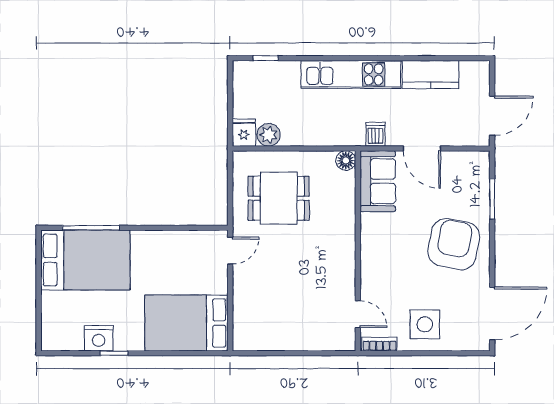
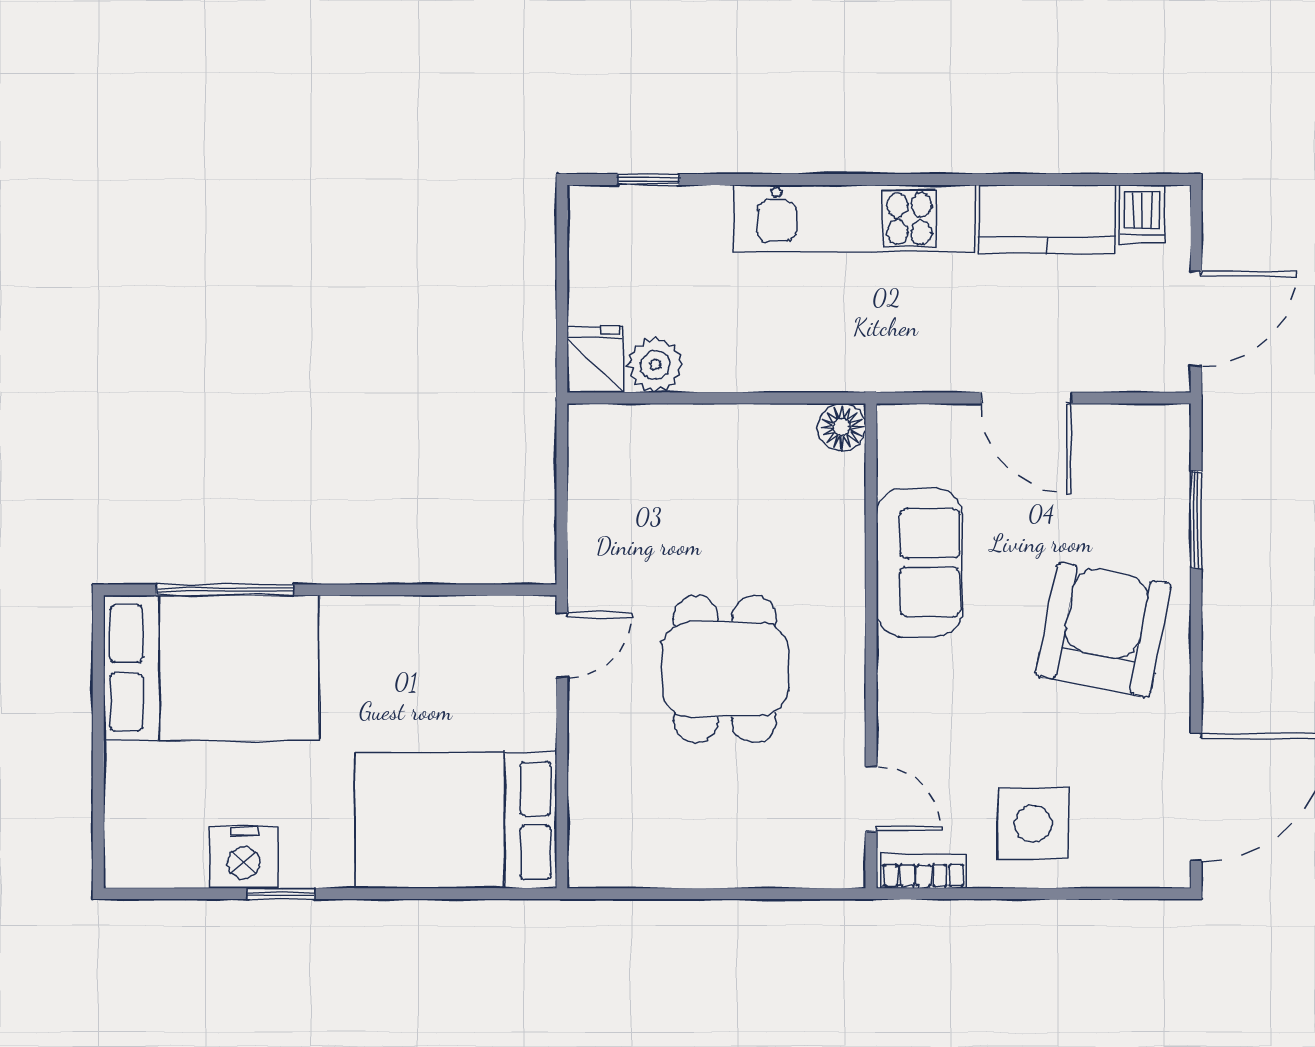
dishwasher: (375, 134) -> (1142, 214), moved, turned 180
sofa: (378, 181) -> (919, 563), moved
dining table: (279, 198) -> (725, 669), moved, turned 90

